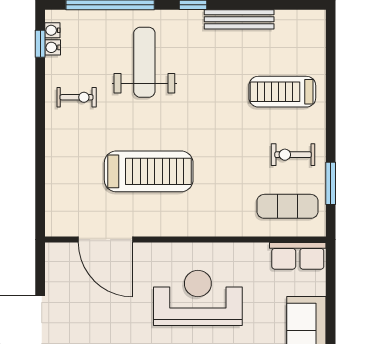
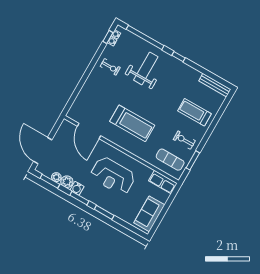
bench: (239, 19) -> (215, 85), moved
treadmill: (149, 171) -> (132, 123), moved
reception desk: (198, 298) -> (113, 176), turned 180

